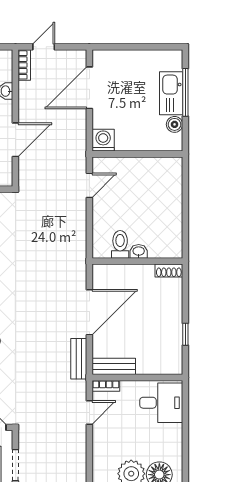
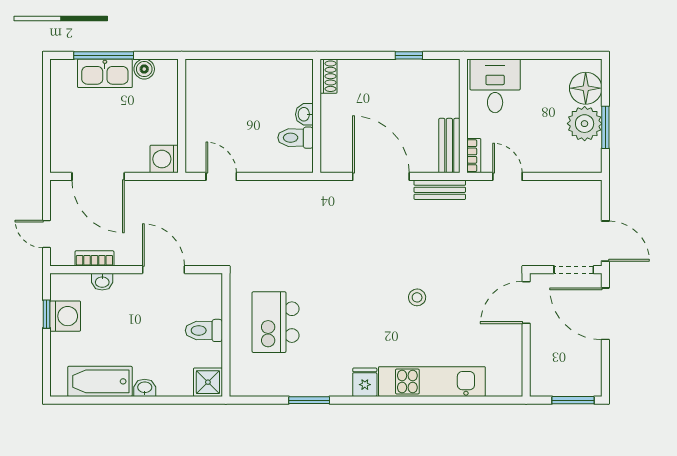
bookcase: (24, 65) -> (94, 258), moved

